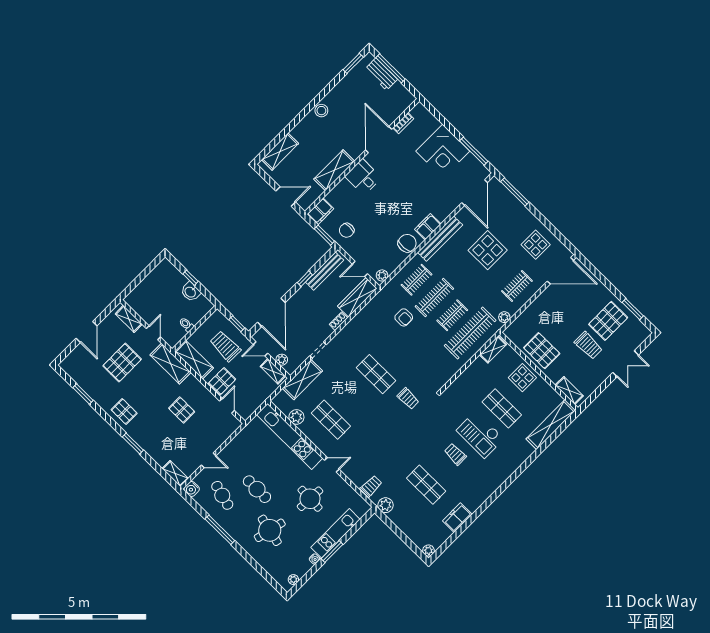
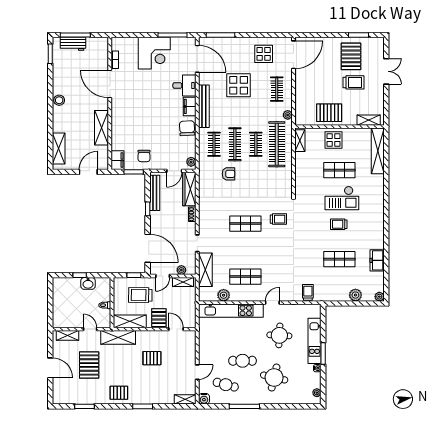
desk: (363, 177) -> (184, 86), moved, turned 180
plant: (385, 505) -> (355, 295), moved

